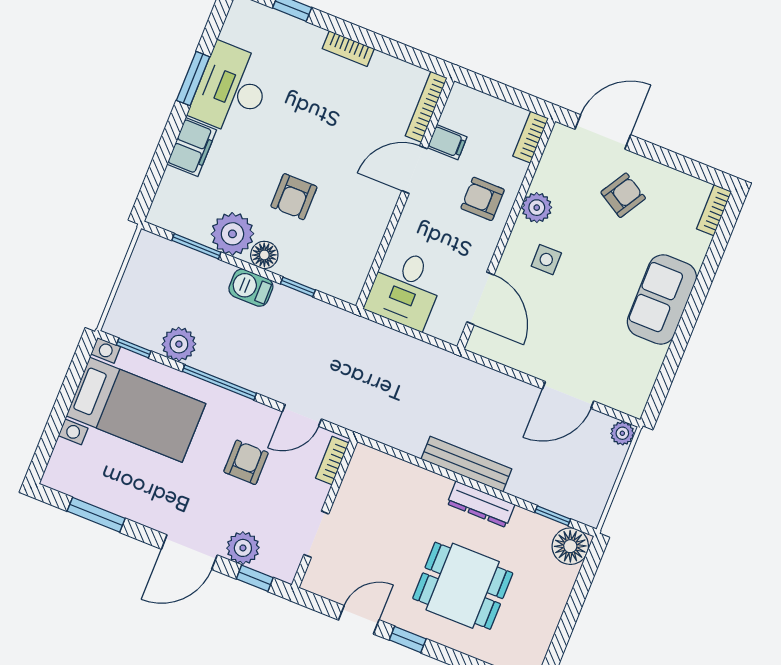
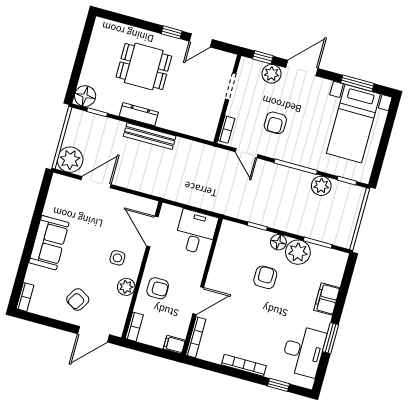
bookcase: (348, 49) -> (244, 365), width x1.56
desk: (231, 89) -> (303, 351), moved
filing cabinet: (447, 142) -> (174, 345), moved
barbecue: (251, 288) -> (284, 223), removed
bed with nightstands: (136, 410) -> (353, 124), moved, turned -90
door: (302, 415) -> (247, 153), swing flipped
plant: (622, 433) -> (70, 160), width x1.87, depth x1.87

